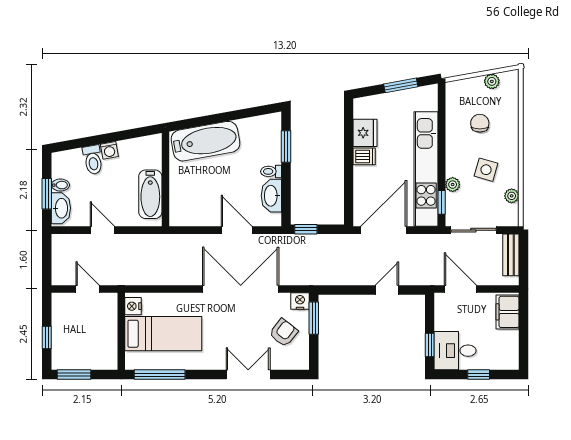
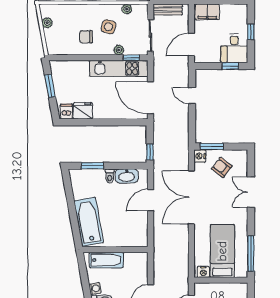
chair: (480, 123) -> (86, 37), moved
dishwasher: (364, 156) -> (66, 111), moved
kitchen unit: (426, 169) -> (119, 68), width x0.73
bathtub: (150, 194) -> (106, 260), moved

